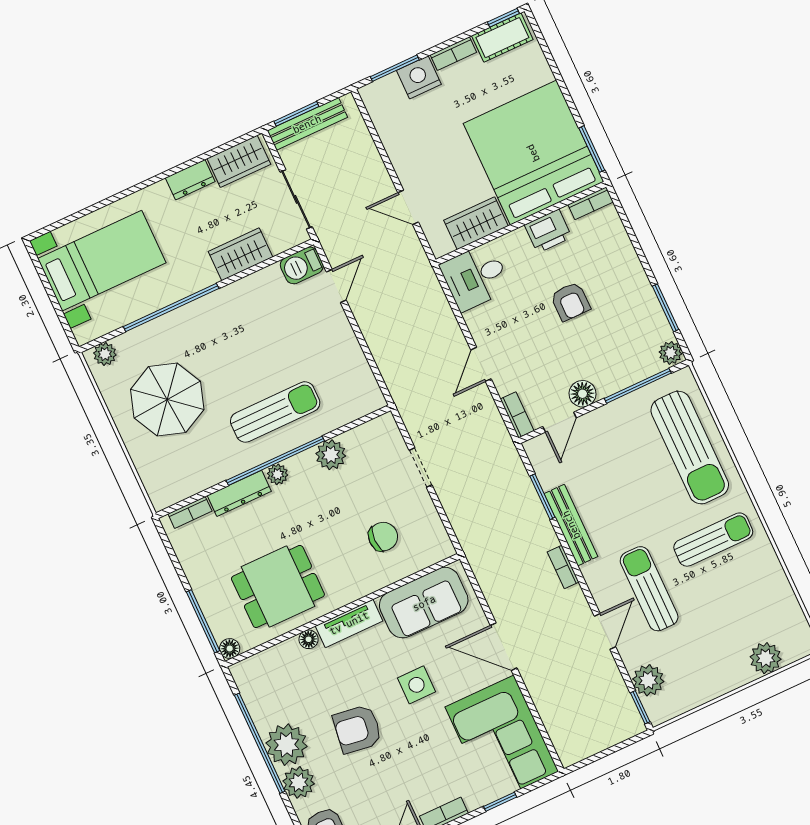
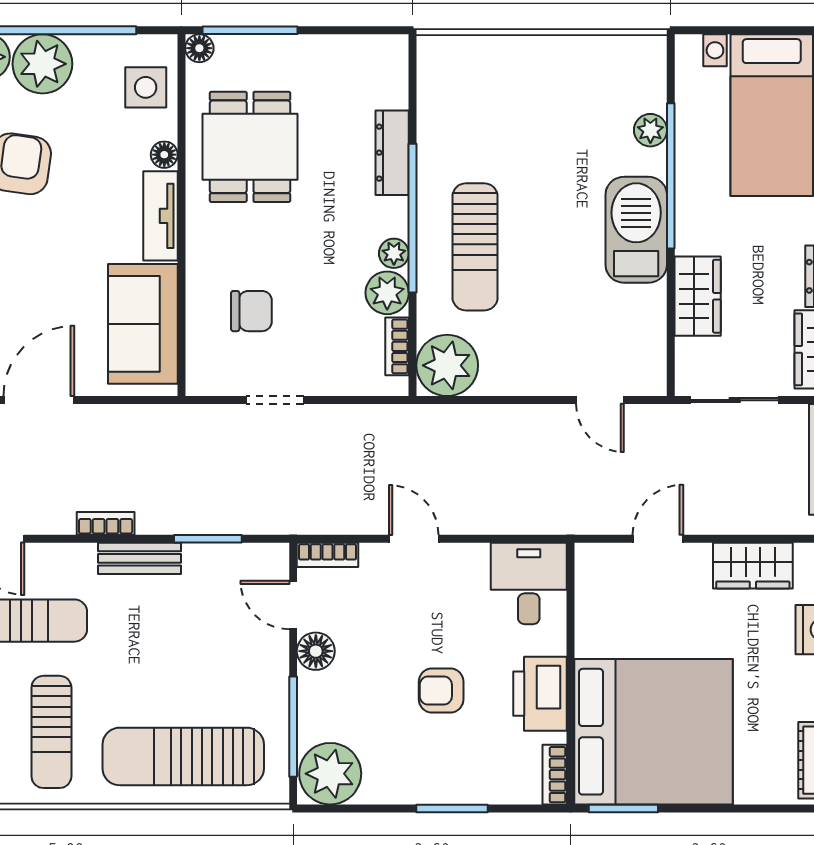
wardrobe: (476, 223) -> (753, 566), moved, turned 90
printer: (548, 231) -> (540, 694), width x1.37, depth x1.19
barbecue: (302, 265) -> (636, 230), moved, width x1.88, depth x1.53
window: (665, 308) -> (452, 808), moved
plant: (671, 353) -> (330, 774), width x1.87, depth x1.87
plant: (105, 354) -> (650, 130), moved
plant: (360, 395) -> (447, 365), added
parasol: (167, 400) -> (555, 116), removed
doorway: (421, 468) -> (275, 400), moved
plant: (277, 474) -> (394, 253), moved
bookcase: (190, 512) -> (397, 346), moved
bench: (571, 525) -> (139, 558), width x0.73
chair: (383, 537) -> (251, 311), turned -90
side table: (416, 685) -> (146, 87), moved

